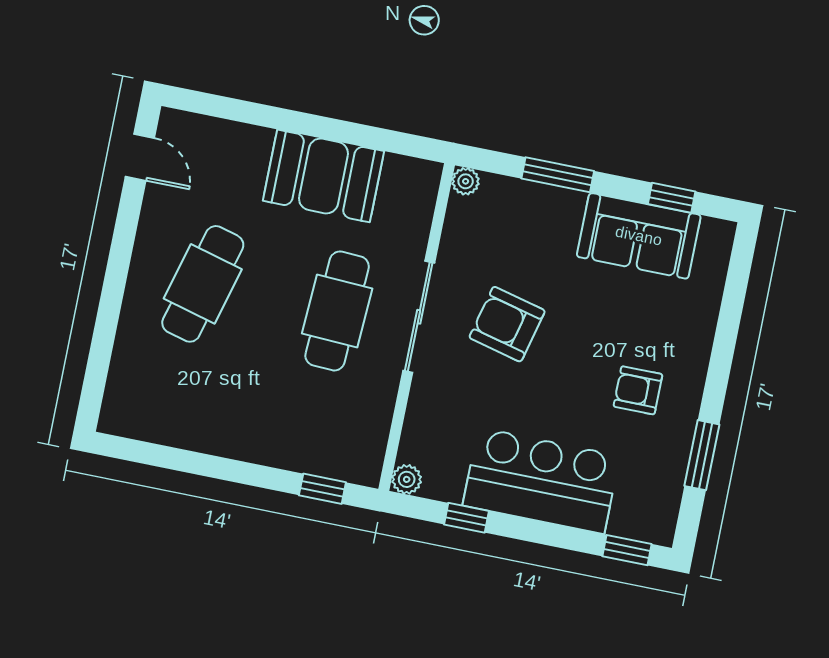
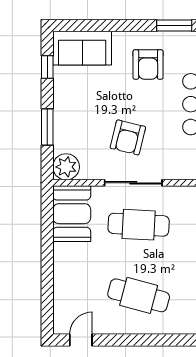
booth: (323, 176) -> (72, 214), moved
plant: (466, 181) -> (66, 167), width x1.87, depth x1.87
sofa: (639, 236) -> (82, 48), moved, turned 90
armchair: (638, 390) -> (148, 64), width x1.38, depth x1.38

